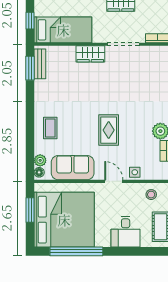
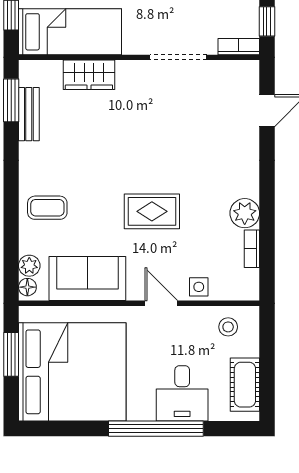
wardrobe: (90, 54) -> (89, 75), moved
bench: (40, 64) -> (29, 114), moved
coffee table: (50, 128) -> (47, 208), turned 90
rug: (109, 130) -> (152, 211), turned 90
window: (76, 251) -> (156, 429), moved

